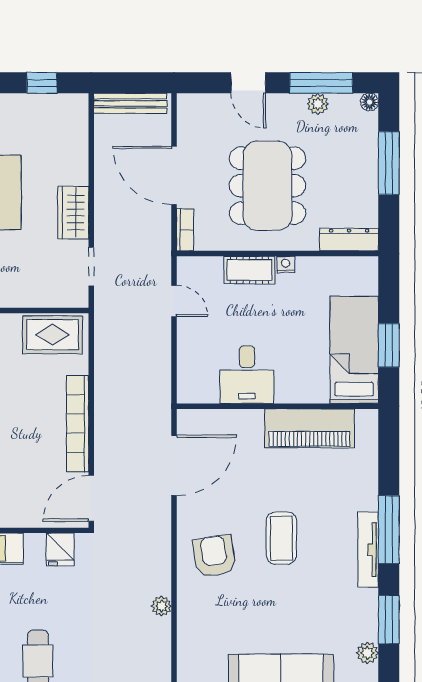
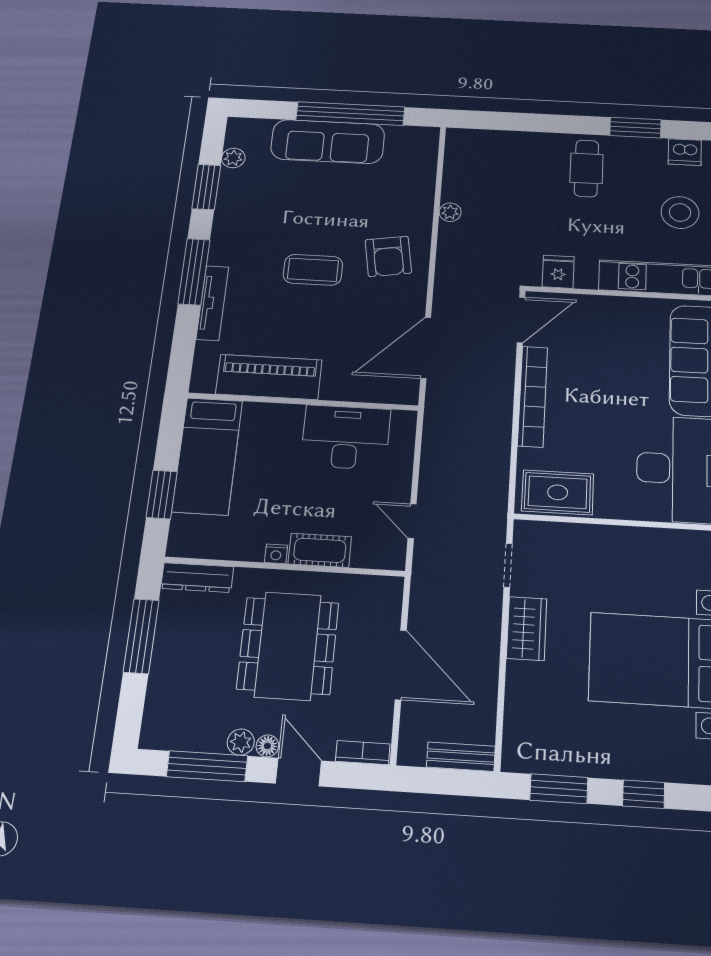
window: (42, 83) -> (559, 789), width x1.50
floor lamp: (369, 102) -> (267, 746), moved
bench: (130, 103) -> (461, 757), width x0.73
plant: (318, 104) -> (241, 742), moved
window: (389, 163) -> (141, 636), moved
bookcase: (185, 230) -> (363, 753), moved, turned 90
window: (389, 345) -> (162, 494), moved
desk: (247, 375) -> (346, 437), width x1.37
coffee table: (281, 538) -> (313, 270), turned 90
tv unit: (368, 550) -> (212, 303), moved

